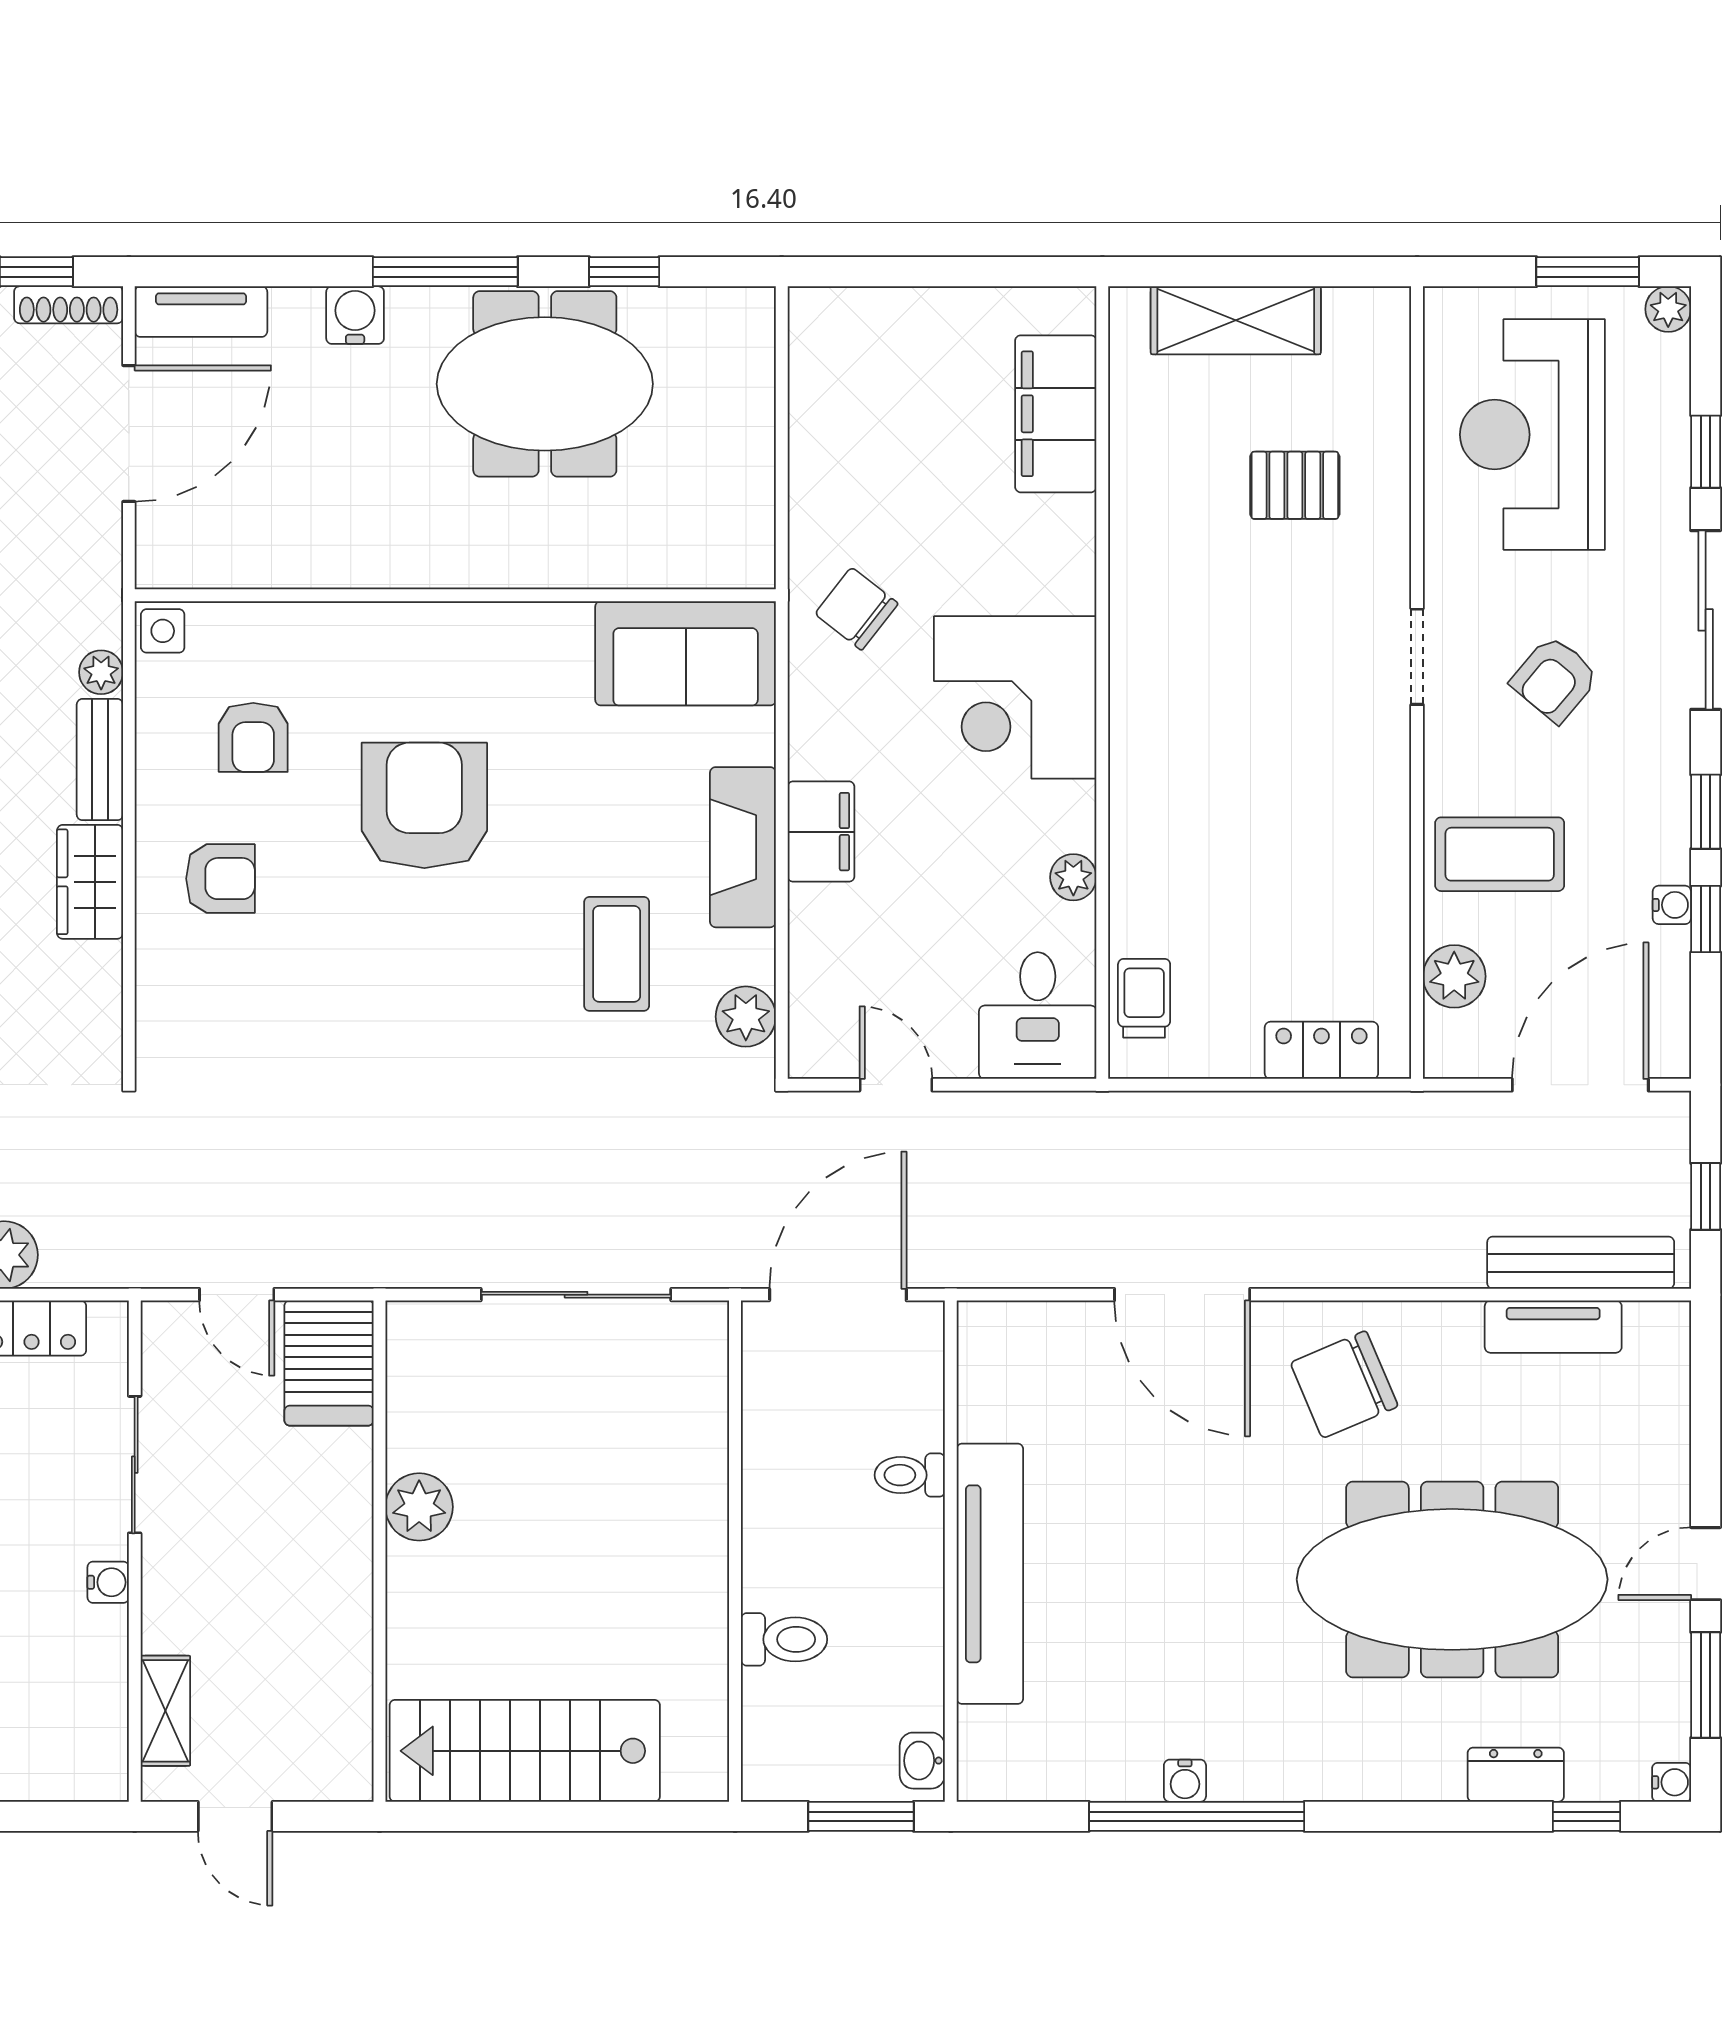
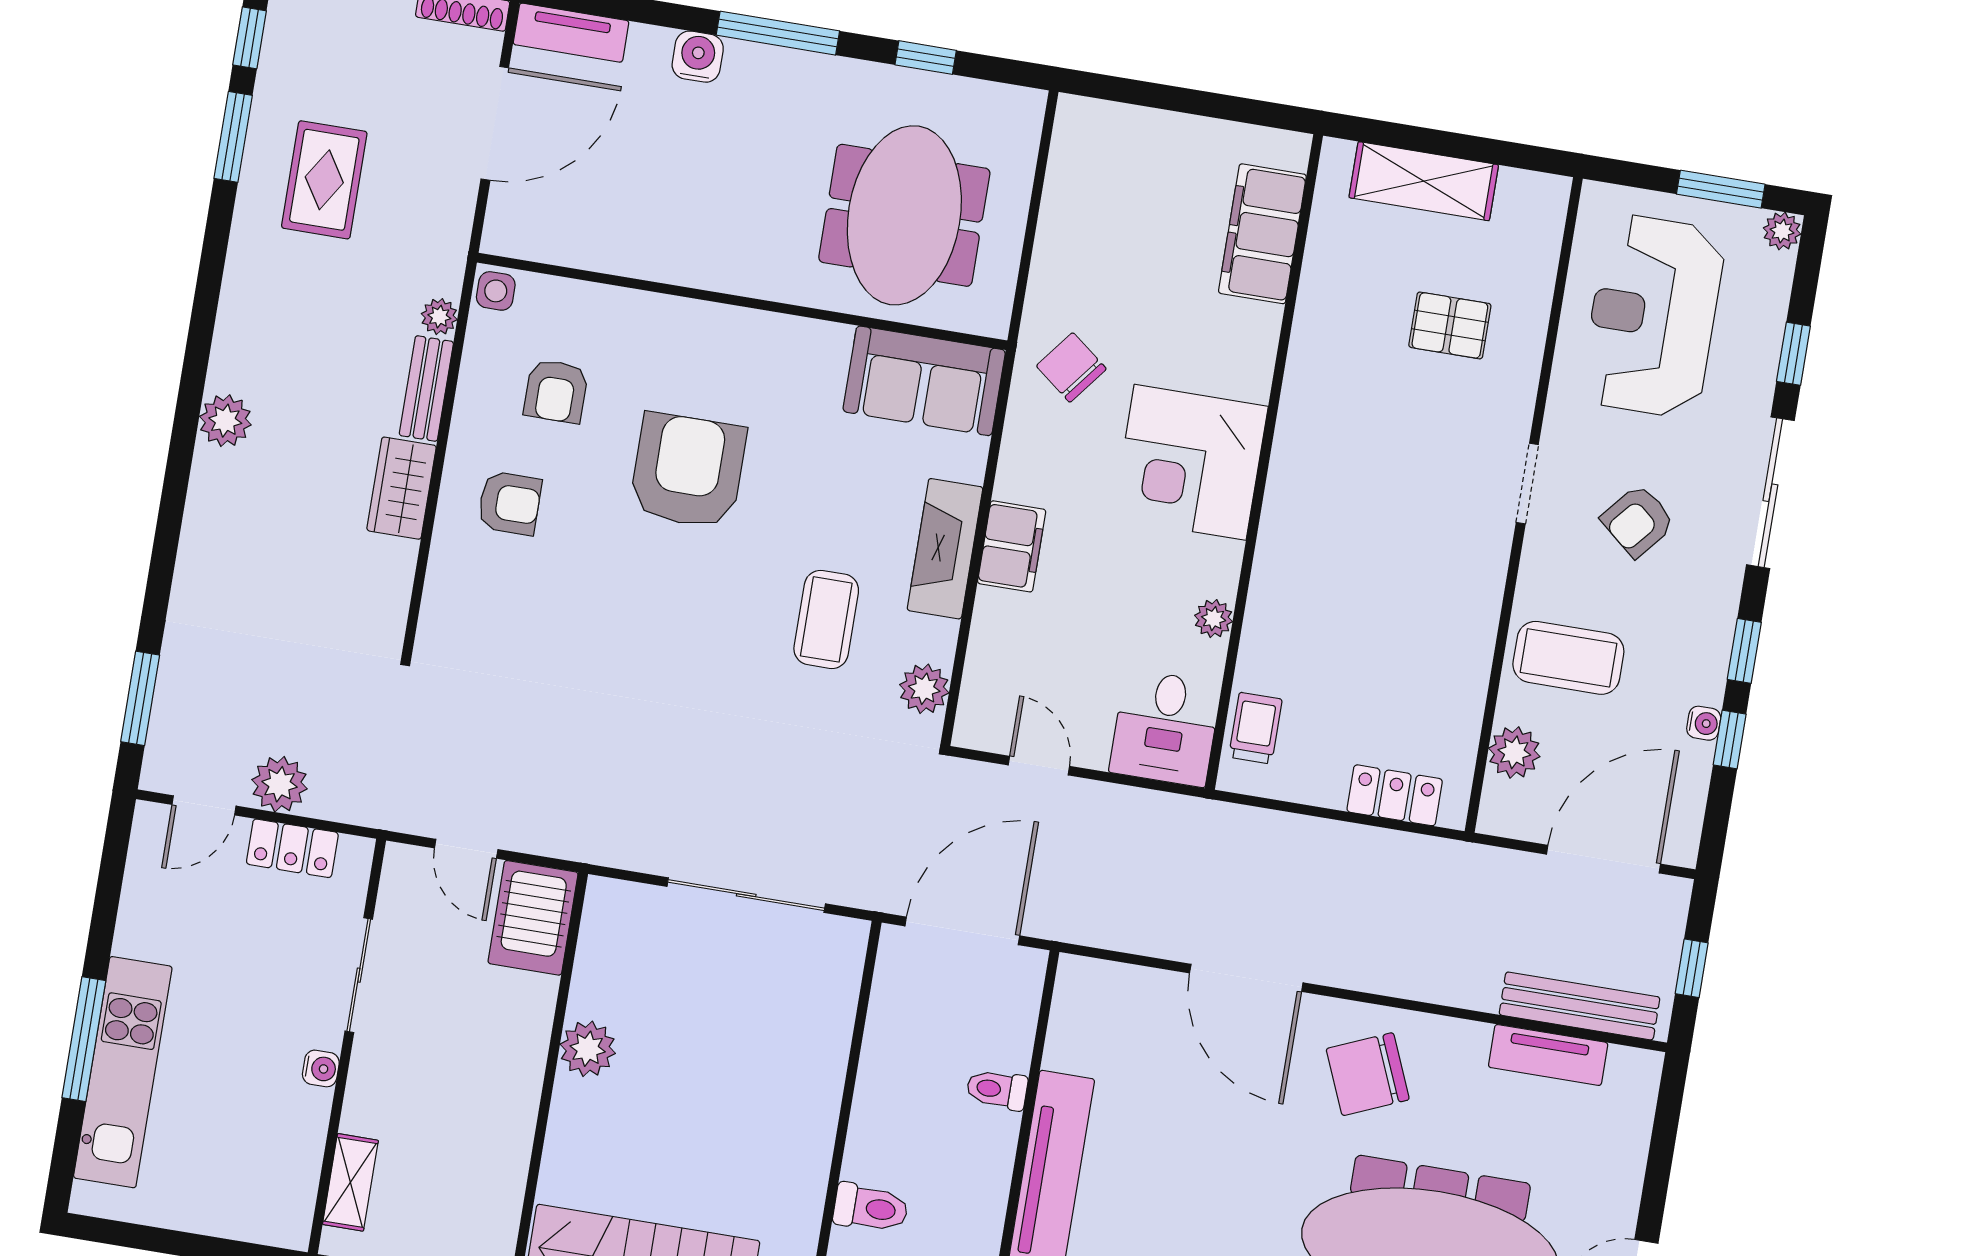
meeting table: (545, 384) -> (904, 215), moved, turned 90

